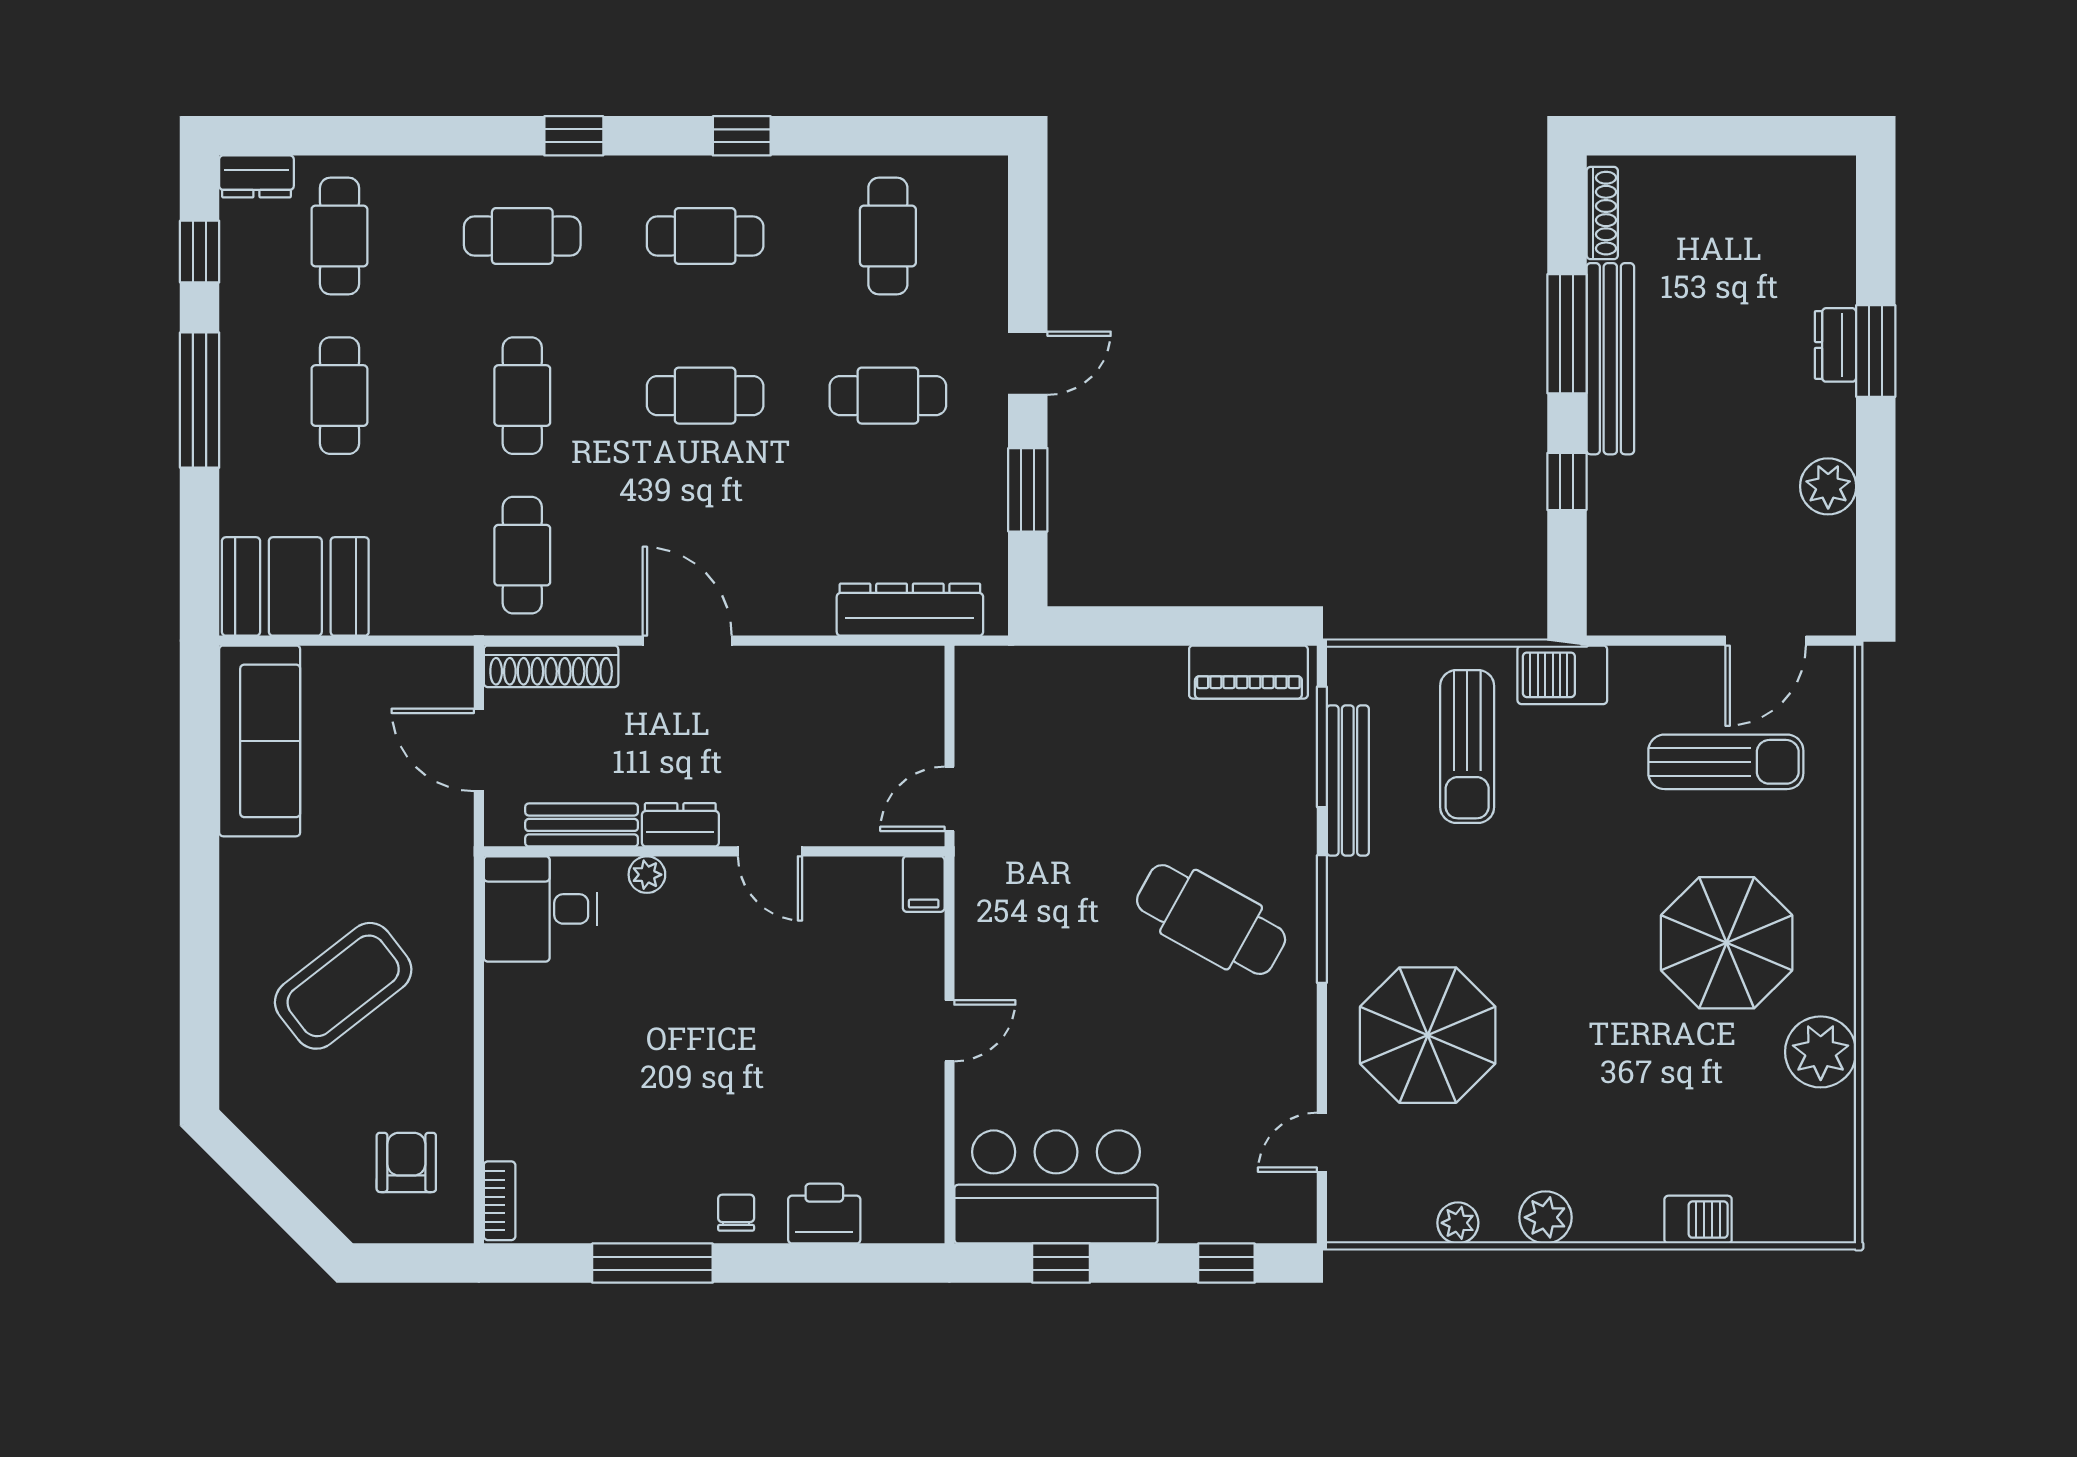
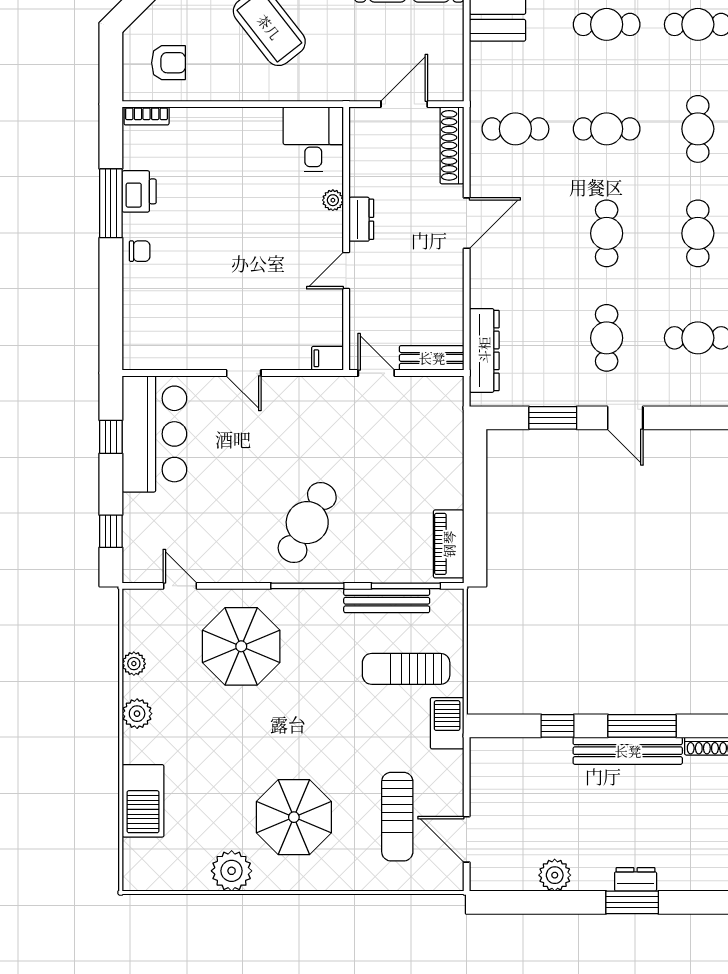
bench: (582, 825) -> (432, 358), moved, turned 90
printer: (824, 1214) -> (139, 191), moved
barbecue: (1698, 1220) -> (143, 801), width x1.88, depth x1.53

